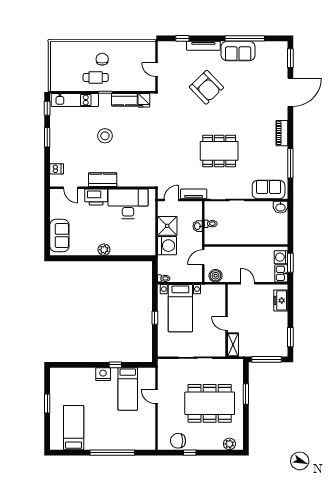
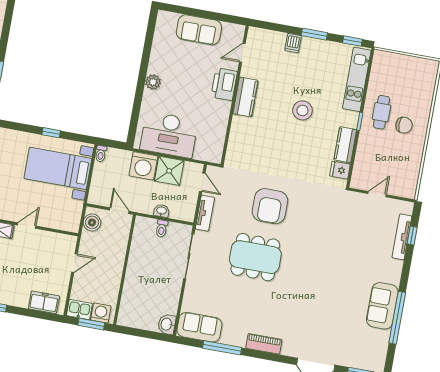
tv unit: (203, 46) -> (402, 237), moved
armchair: (206, 87) -> (270, 206), moved, turned -46
dining table: (219, 151) -> (255, 257), turned 90
dishwasher: (57, 169) -> (293, 43), moved
sofa: (269, 189) -> (199, 327), moved, turned -90
desk: (128, 204) -> (169, 135), moved, turned 90
sofa: (59, 235) -> (199, 30), moved

